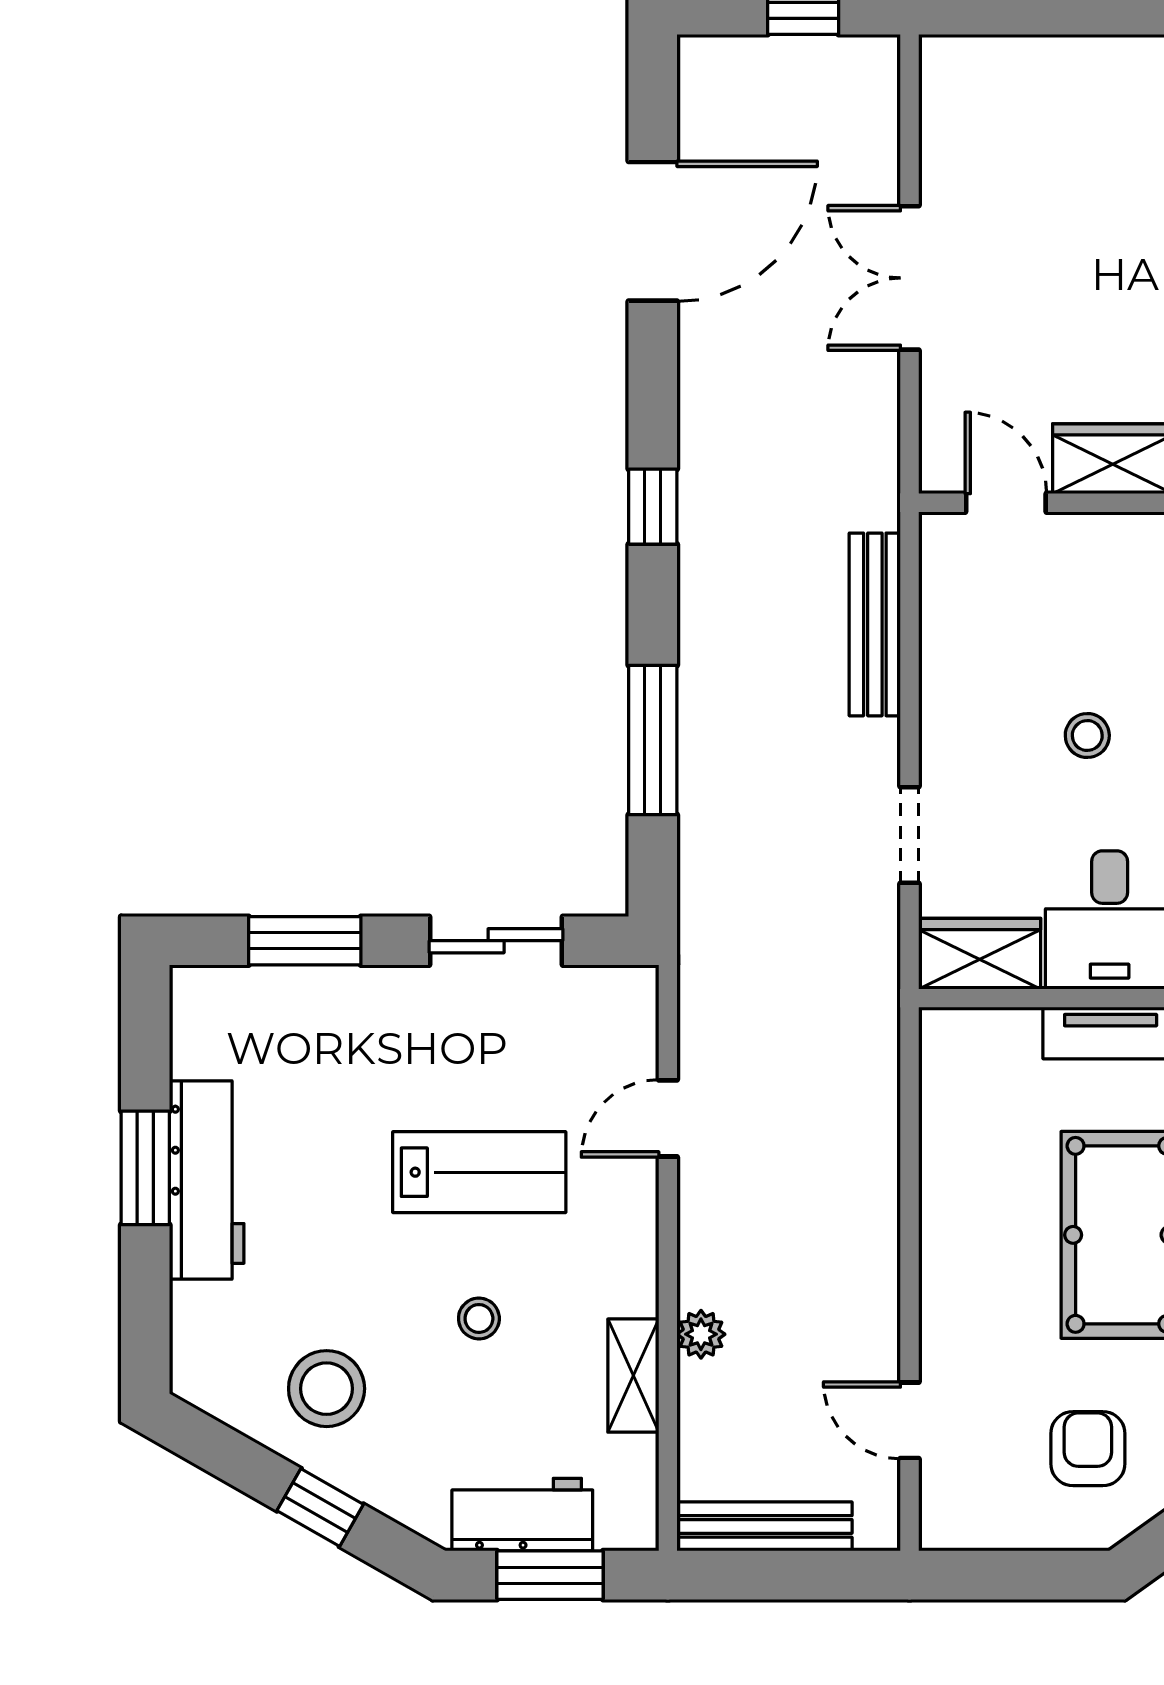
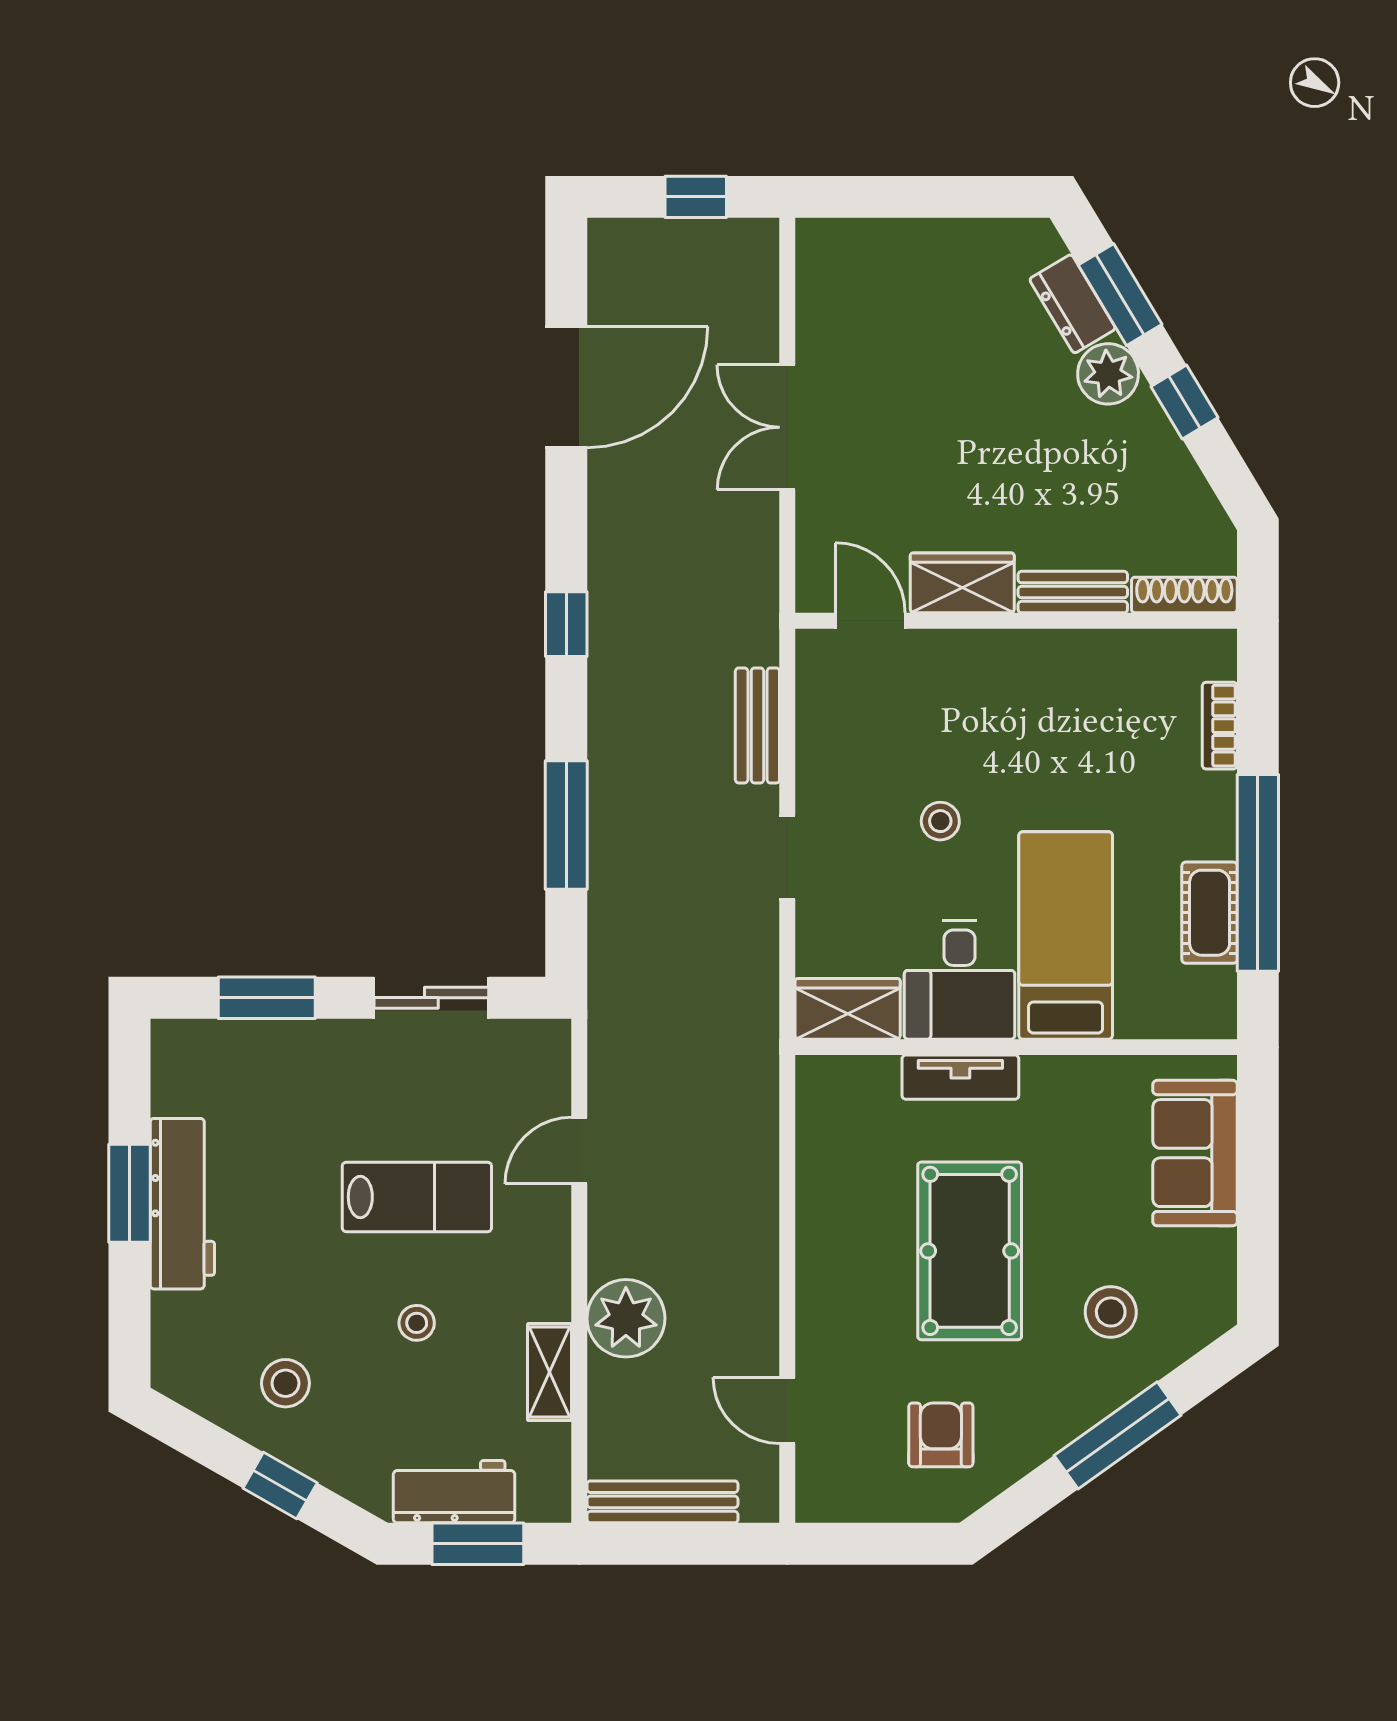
bench: (875, 624) -> (757, 725), width x0.73
doorway: (909, 835) -> (787, 857), moved
plant: (701, 1334) -> (626, 1318), width x1.88, depth x1.88
stool: (327, 1389) -> (285, 1383), width x0.73, depth x0.73

